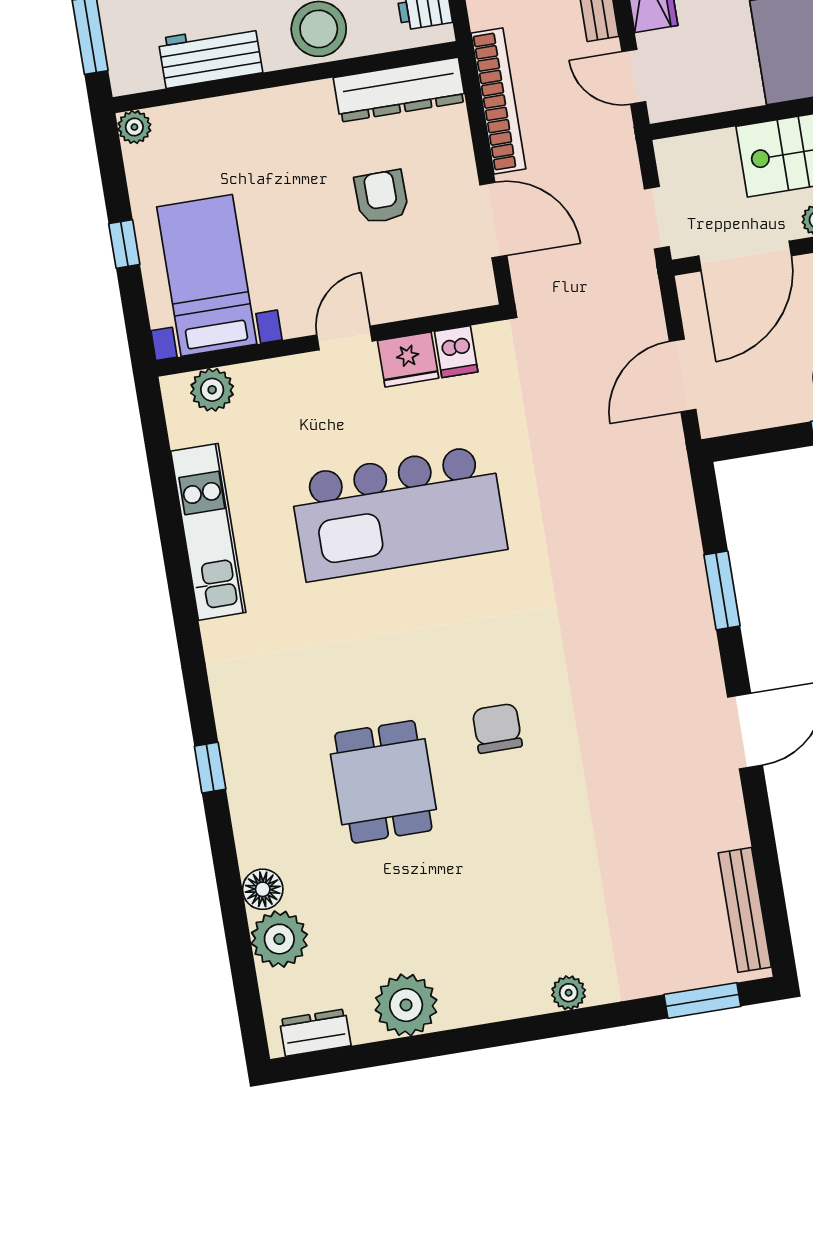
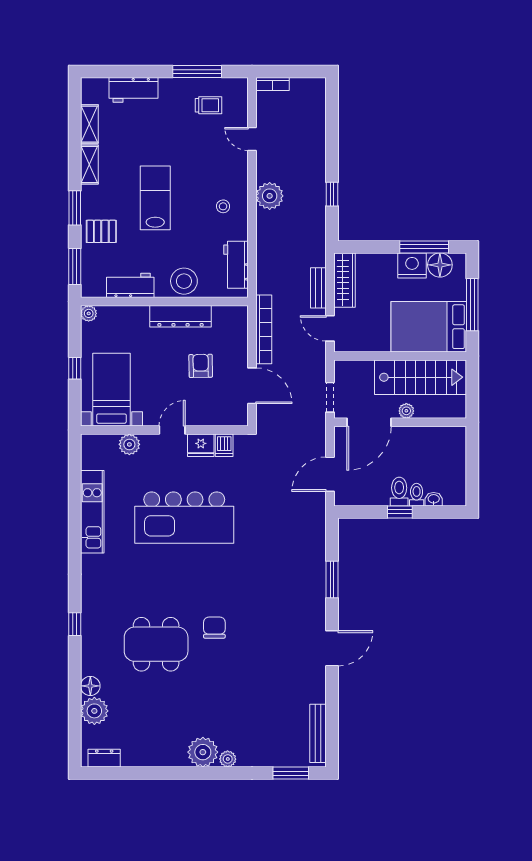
dresser: (399, 90) -> (181, 316), moved
plant: (212, 390) -> (129, 444), moved
dining table: (383, 782) -> (156, 644), width x1.38
plant: (406, 1005) -> (203, 752), moved

